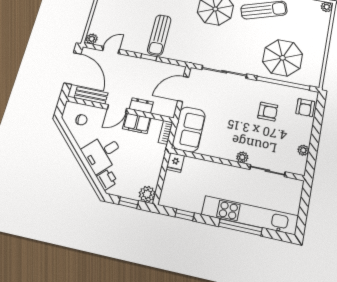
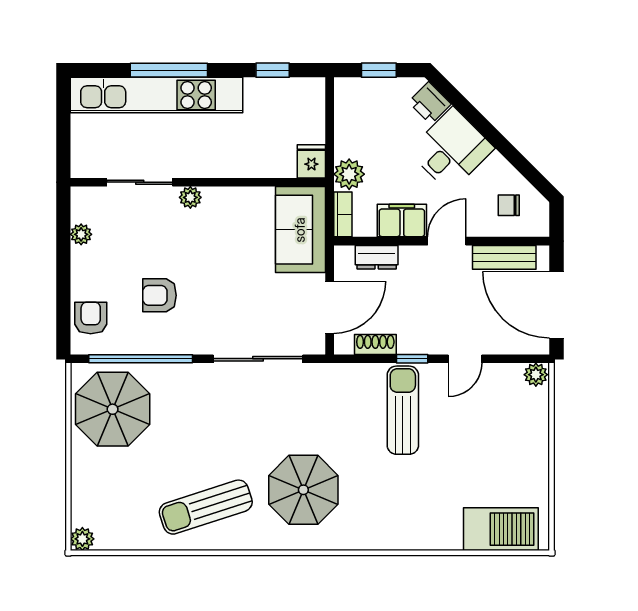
door: (111, 50) -> (465, 359), moved
parasol: (283, 58) -> (113, 409), moved
shoe rack: (165, 67) -> (375, 344), added
dresser: (141, 106) -> (377, 257), moved
plant: (147, 194) -> (349, 174), moved

